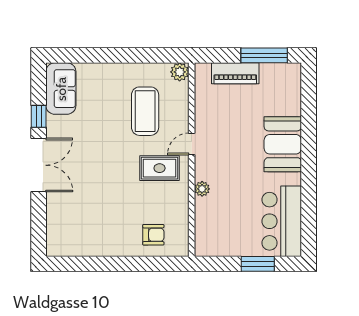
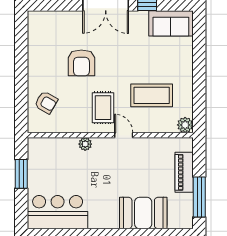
booth: (283, 144) -> (143, 213), moved
armchair: (107, 193) -> (81, 63), added
armchair: (153, 235) -> (46, 102), turned -60
window: (258, 264) -> (21, 174), moved

